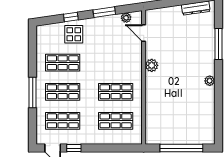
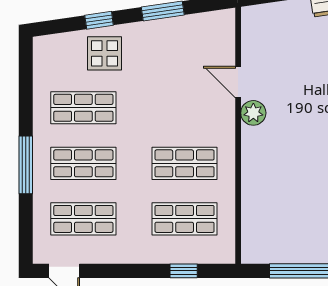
plant: (126, 18) -> (205, 22), removed
door: (144, 33) -> (238, 82), moved
window: (74, 148) -> (184, 271), moved

